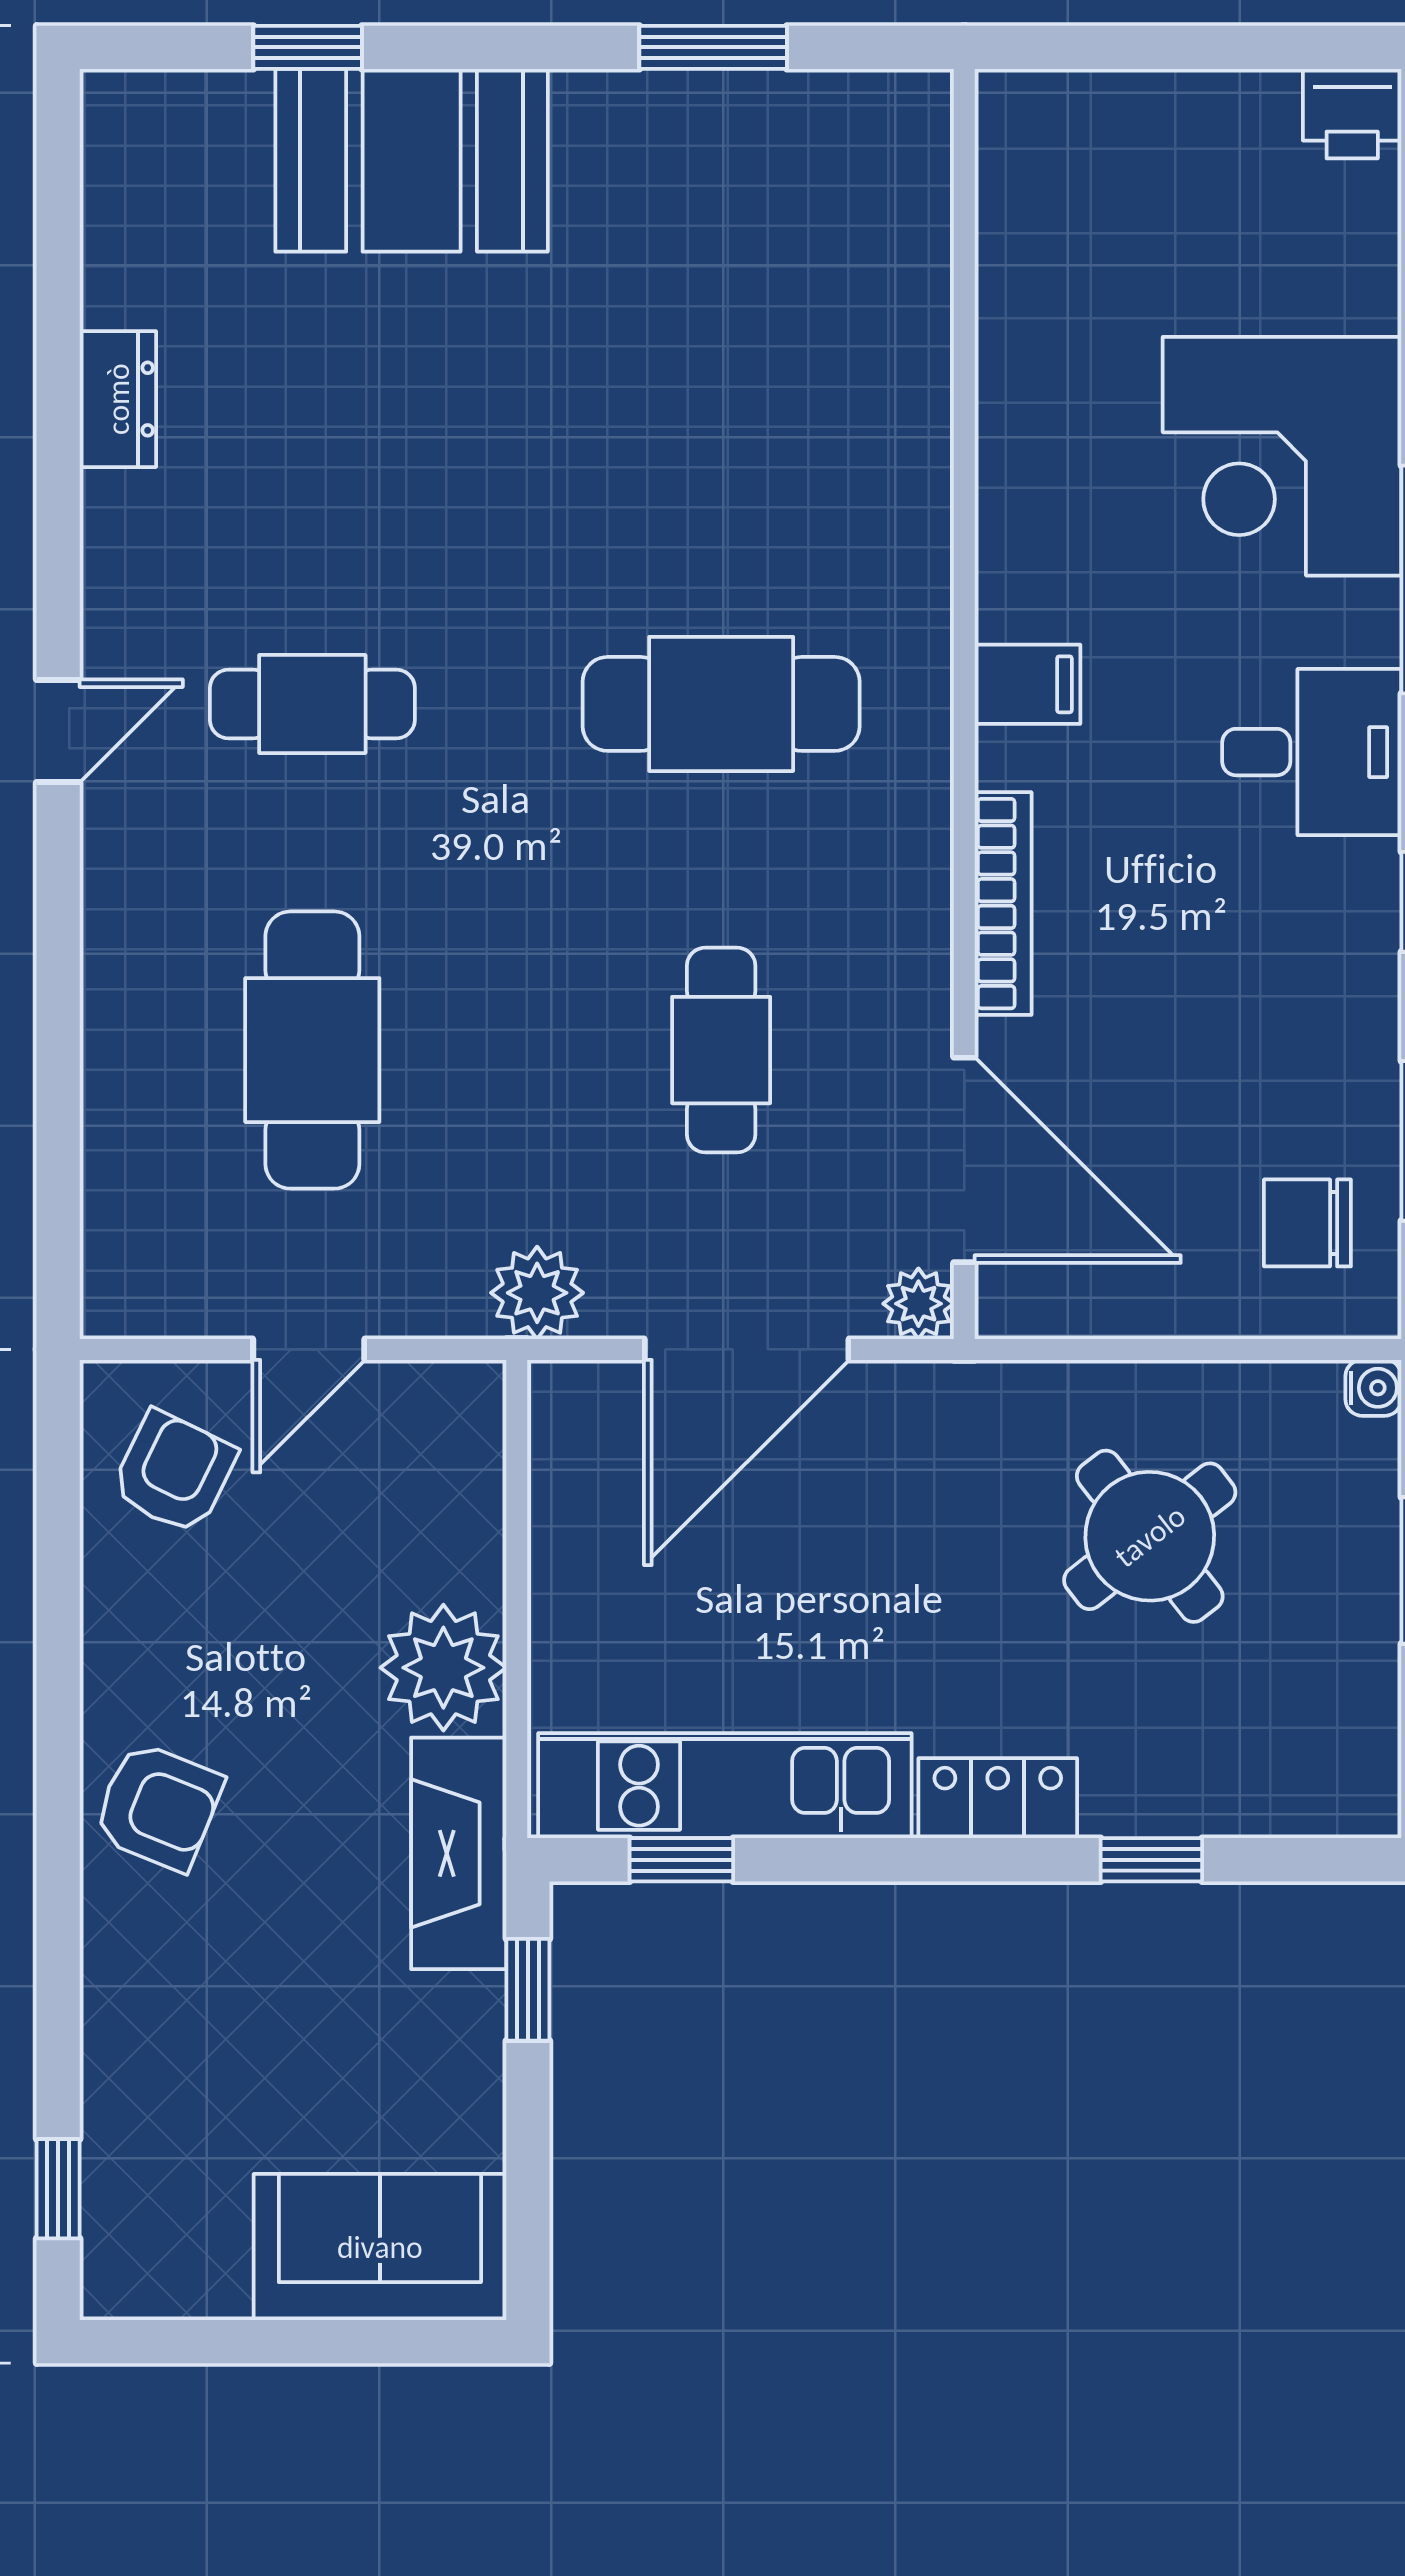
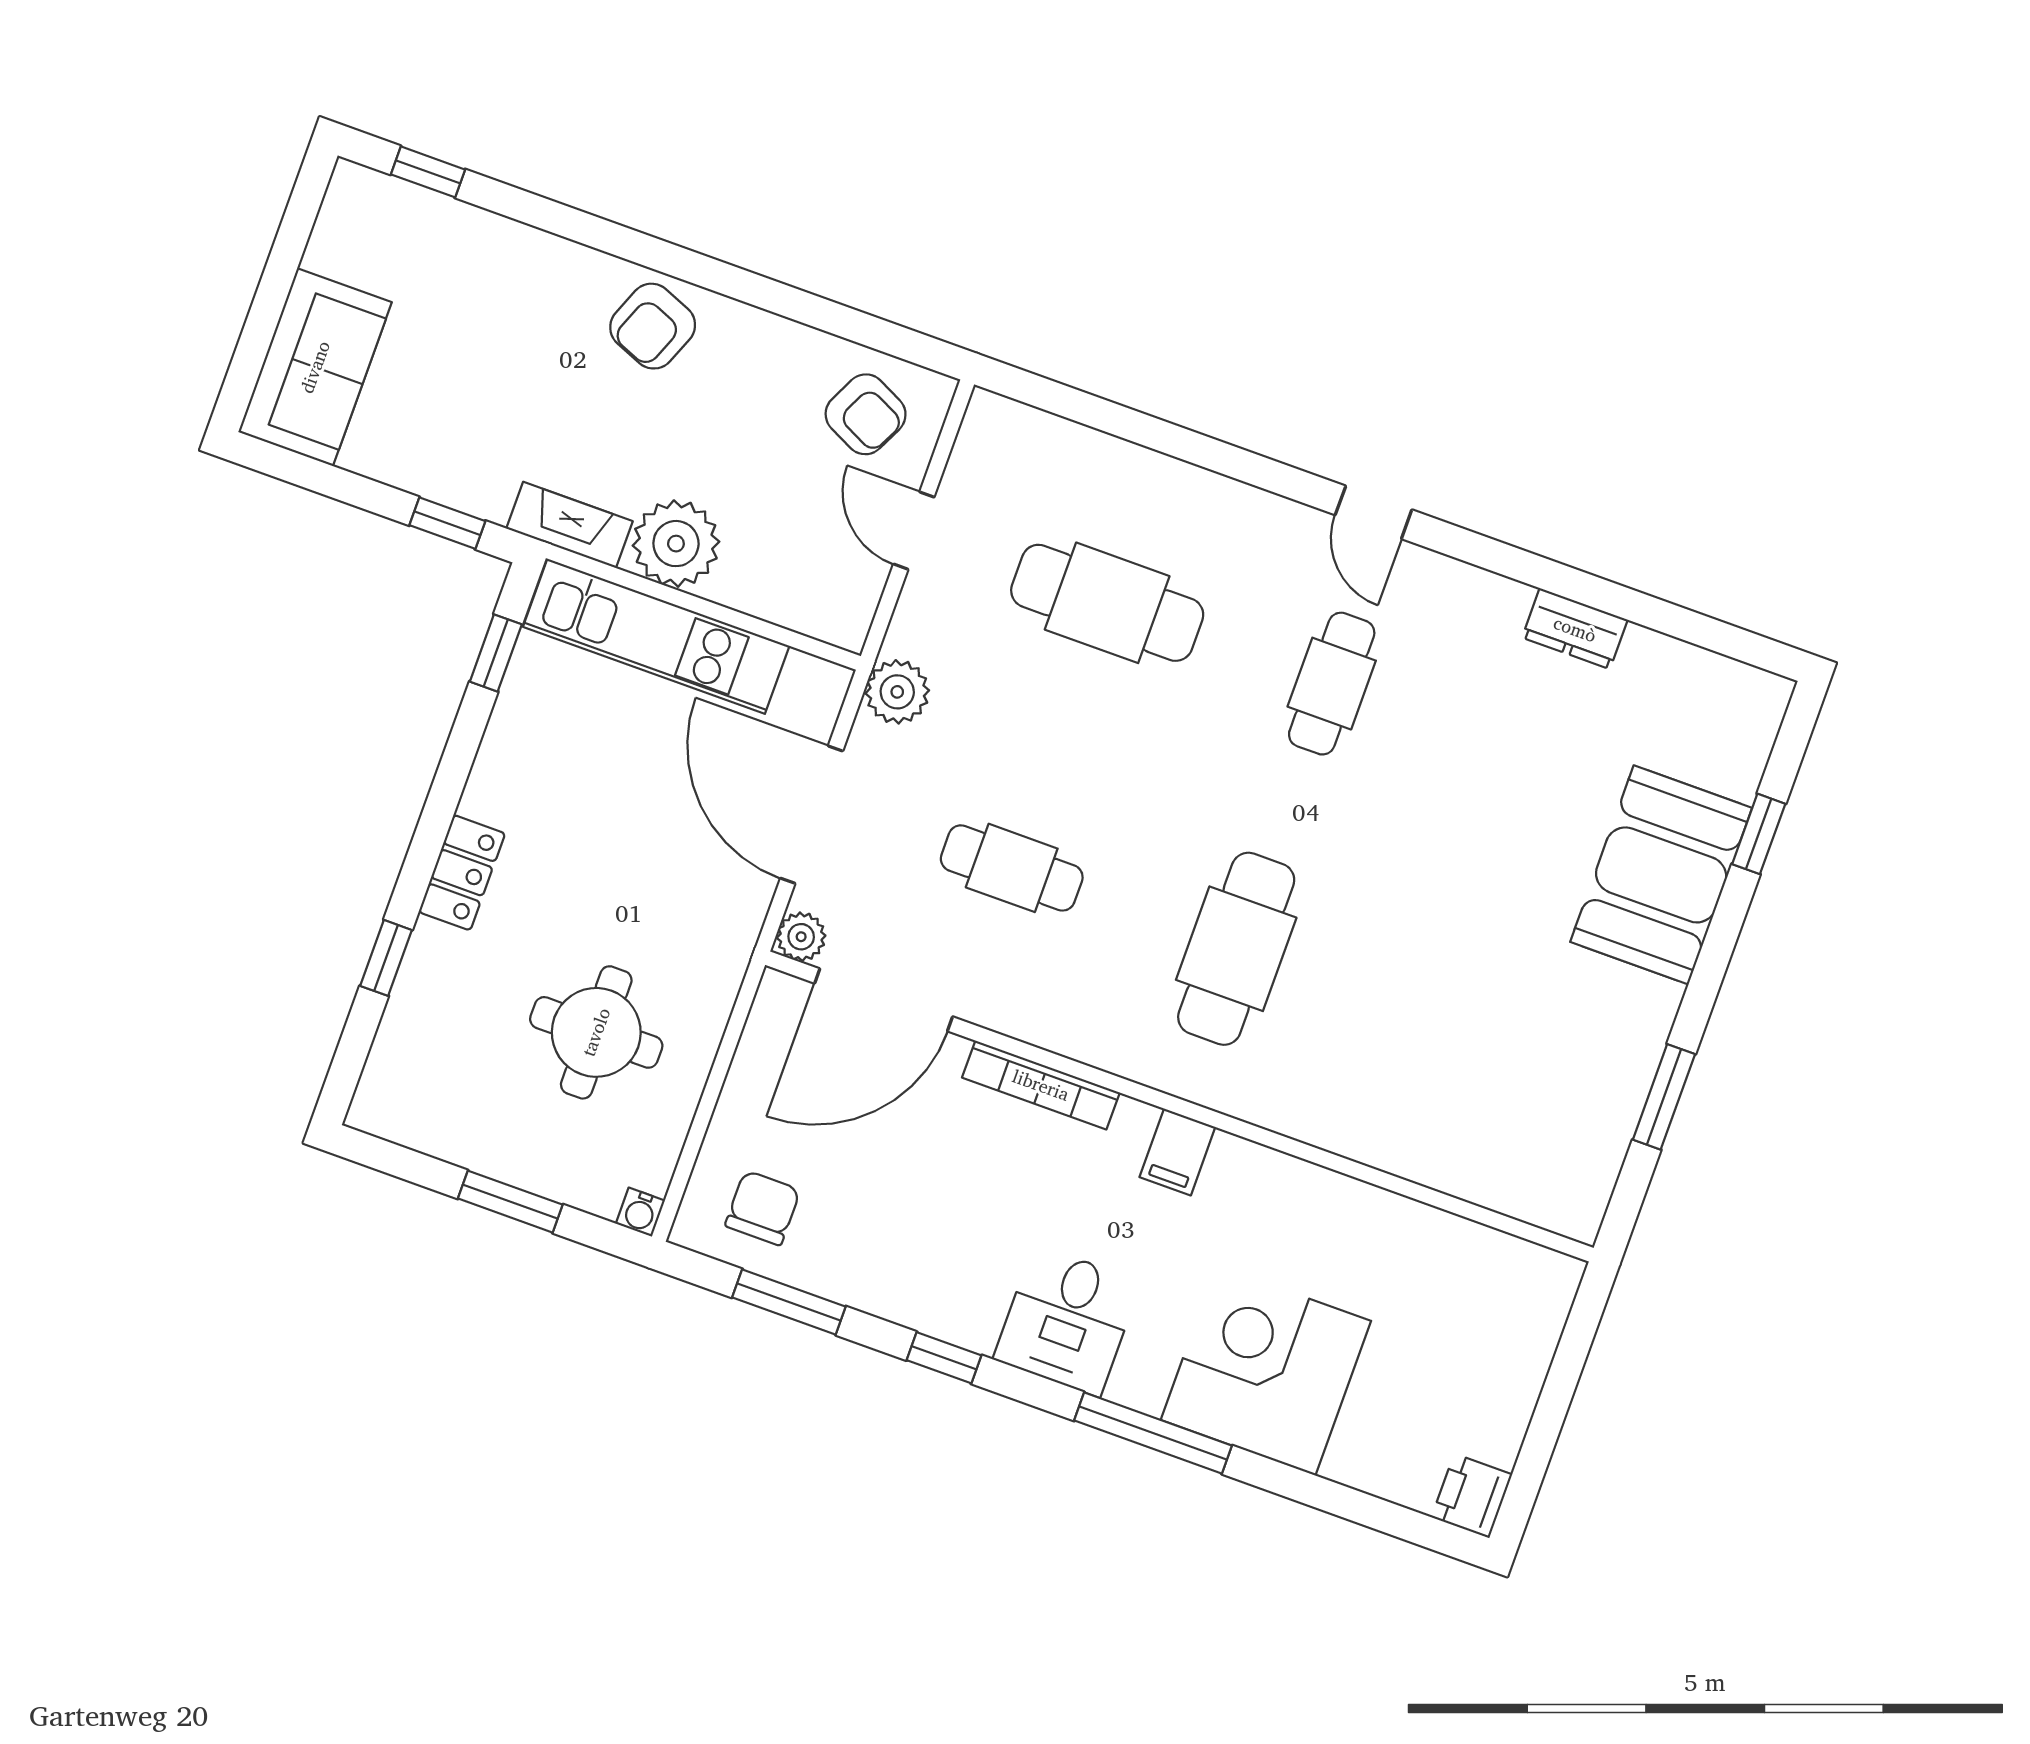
round table: (1150, 1536) -> (596, 1032), turned 38
kitchen unit: (725, 1786) -> (656, 636), moved, turned 90
fireplace: (459, 1853) -> (569, 525), width x0.73, depth x0.76

